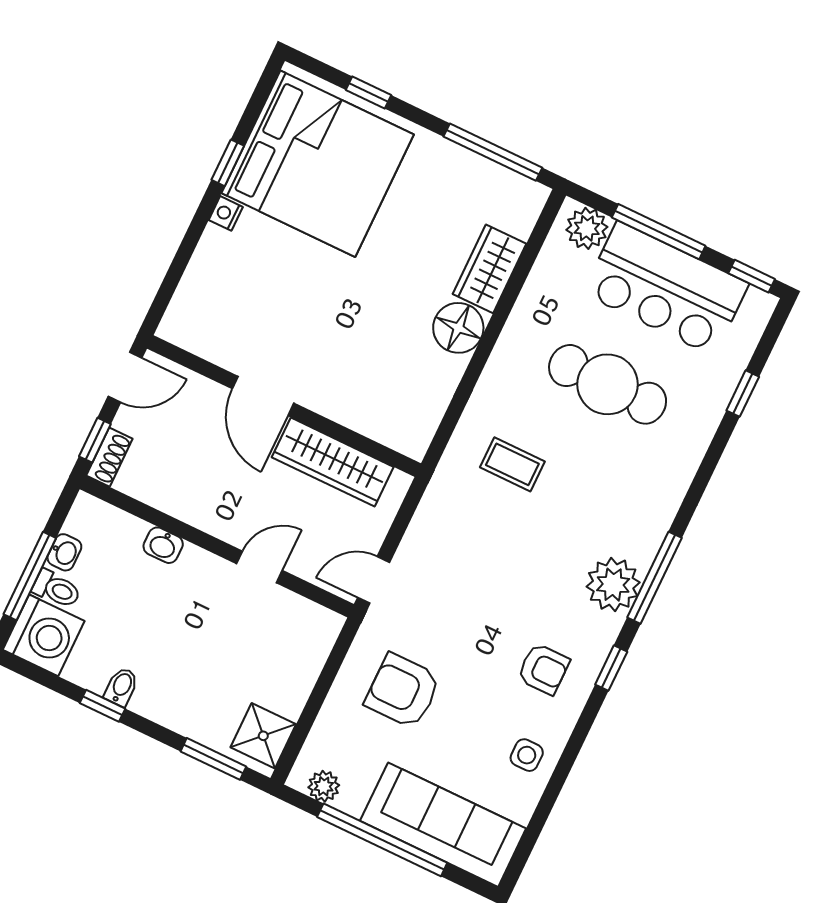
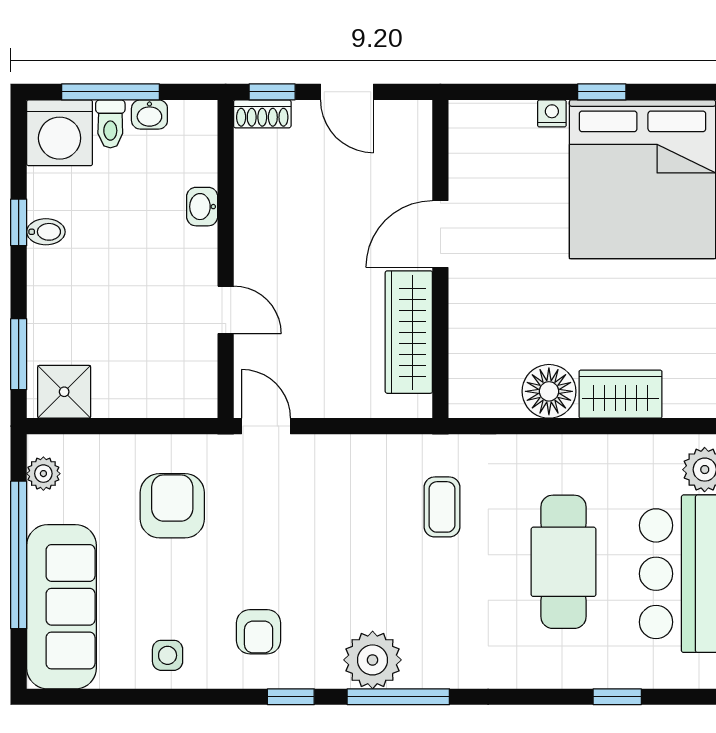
door: (263, 396) -> (440, 234), moved
wall: (284, 406) -> (440, 259), moved
wardrobe: (333, 462) -> (409, 332), moved

